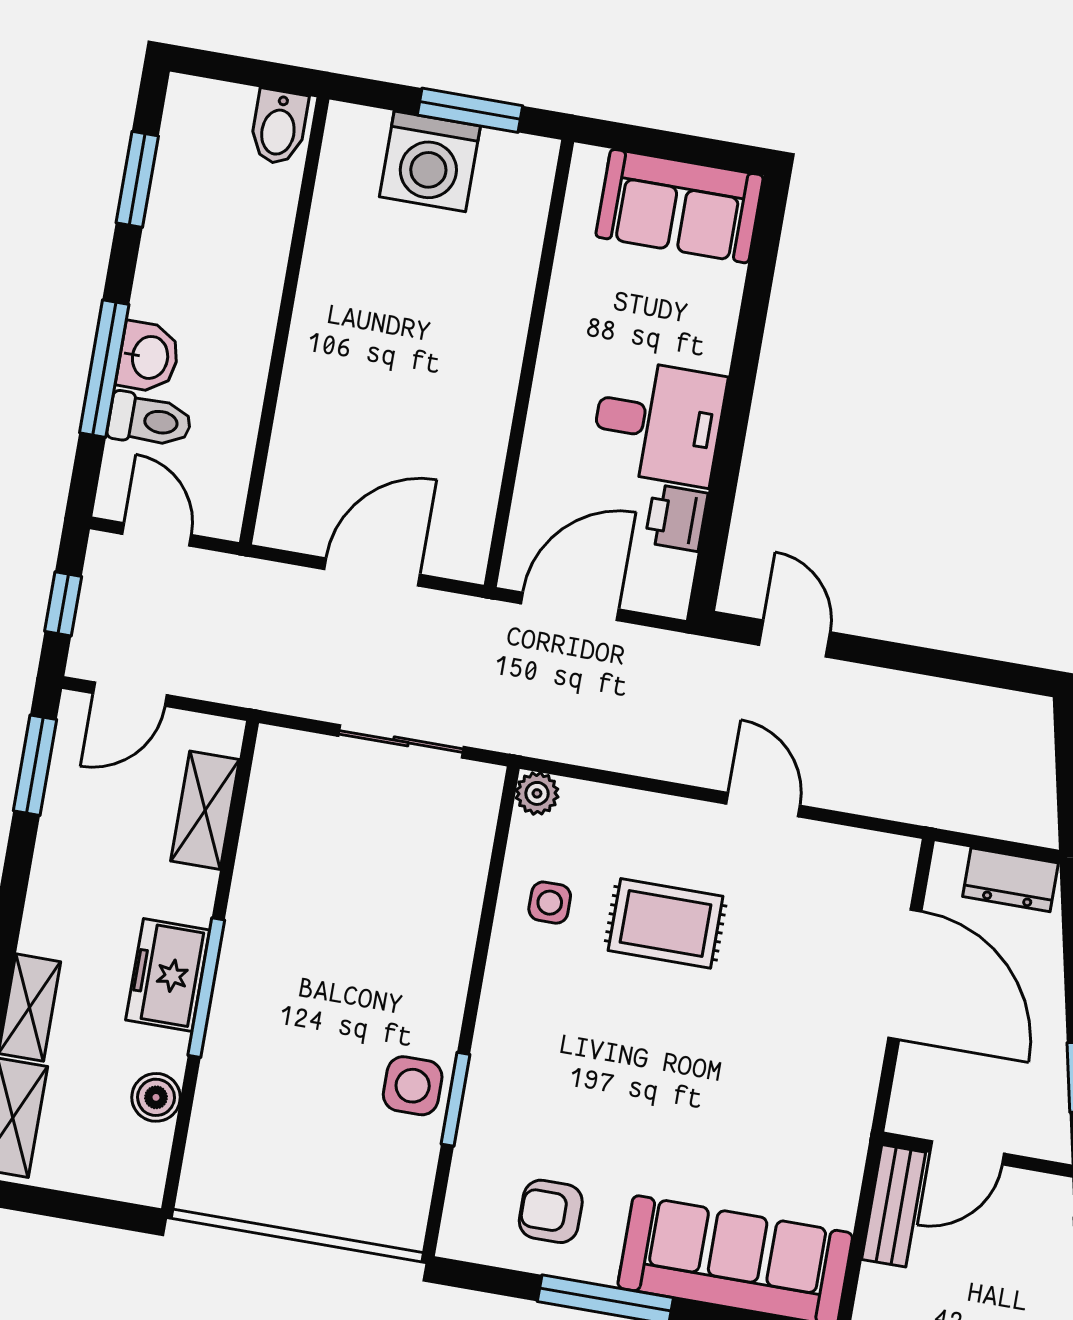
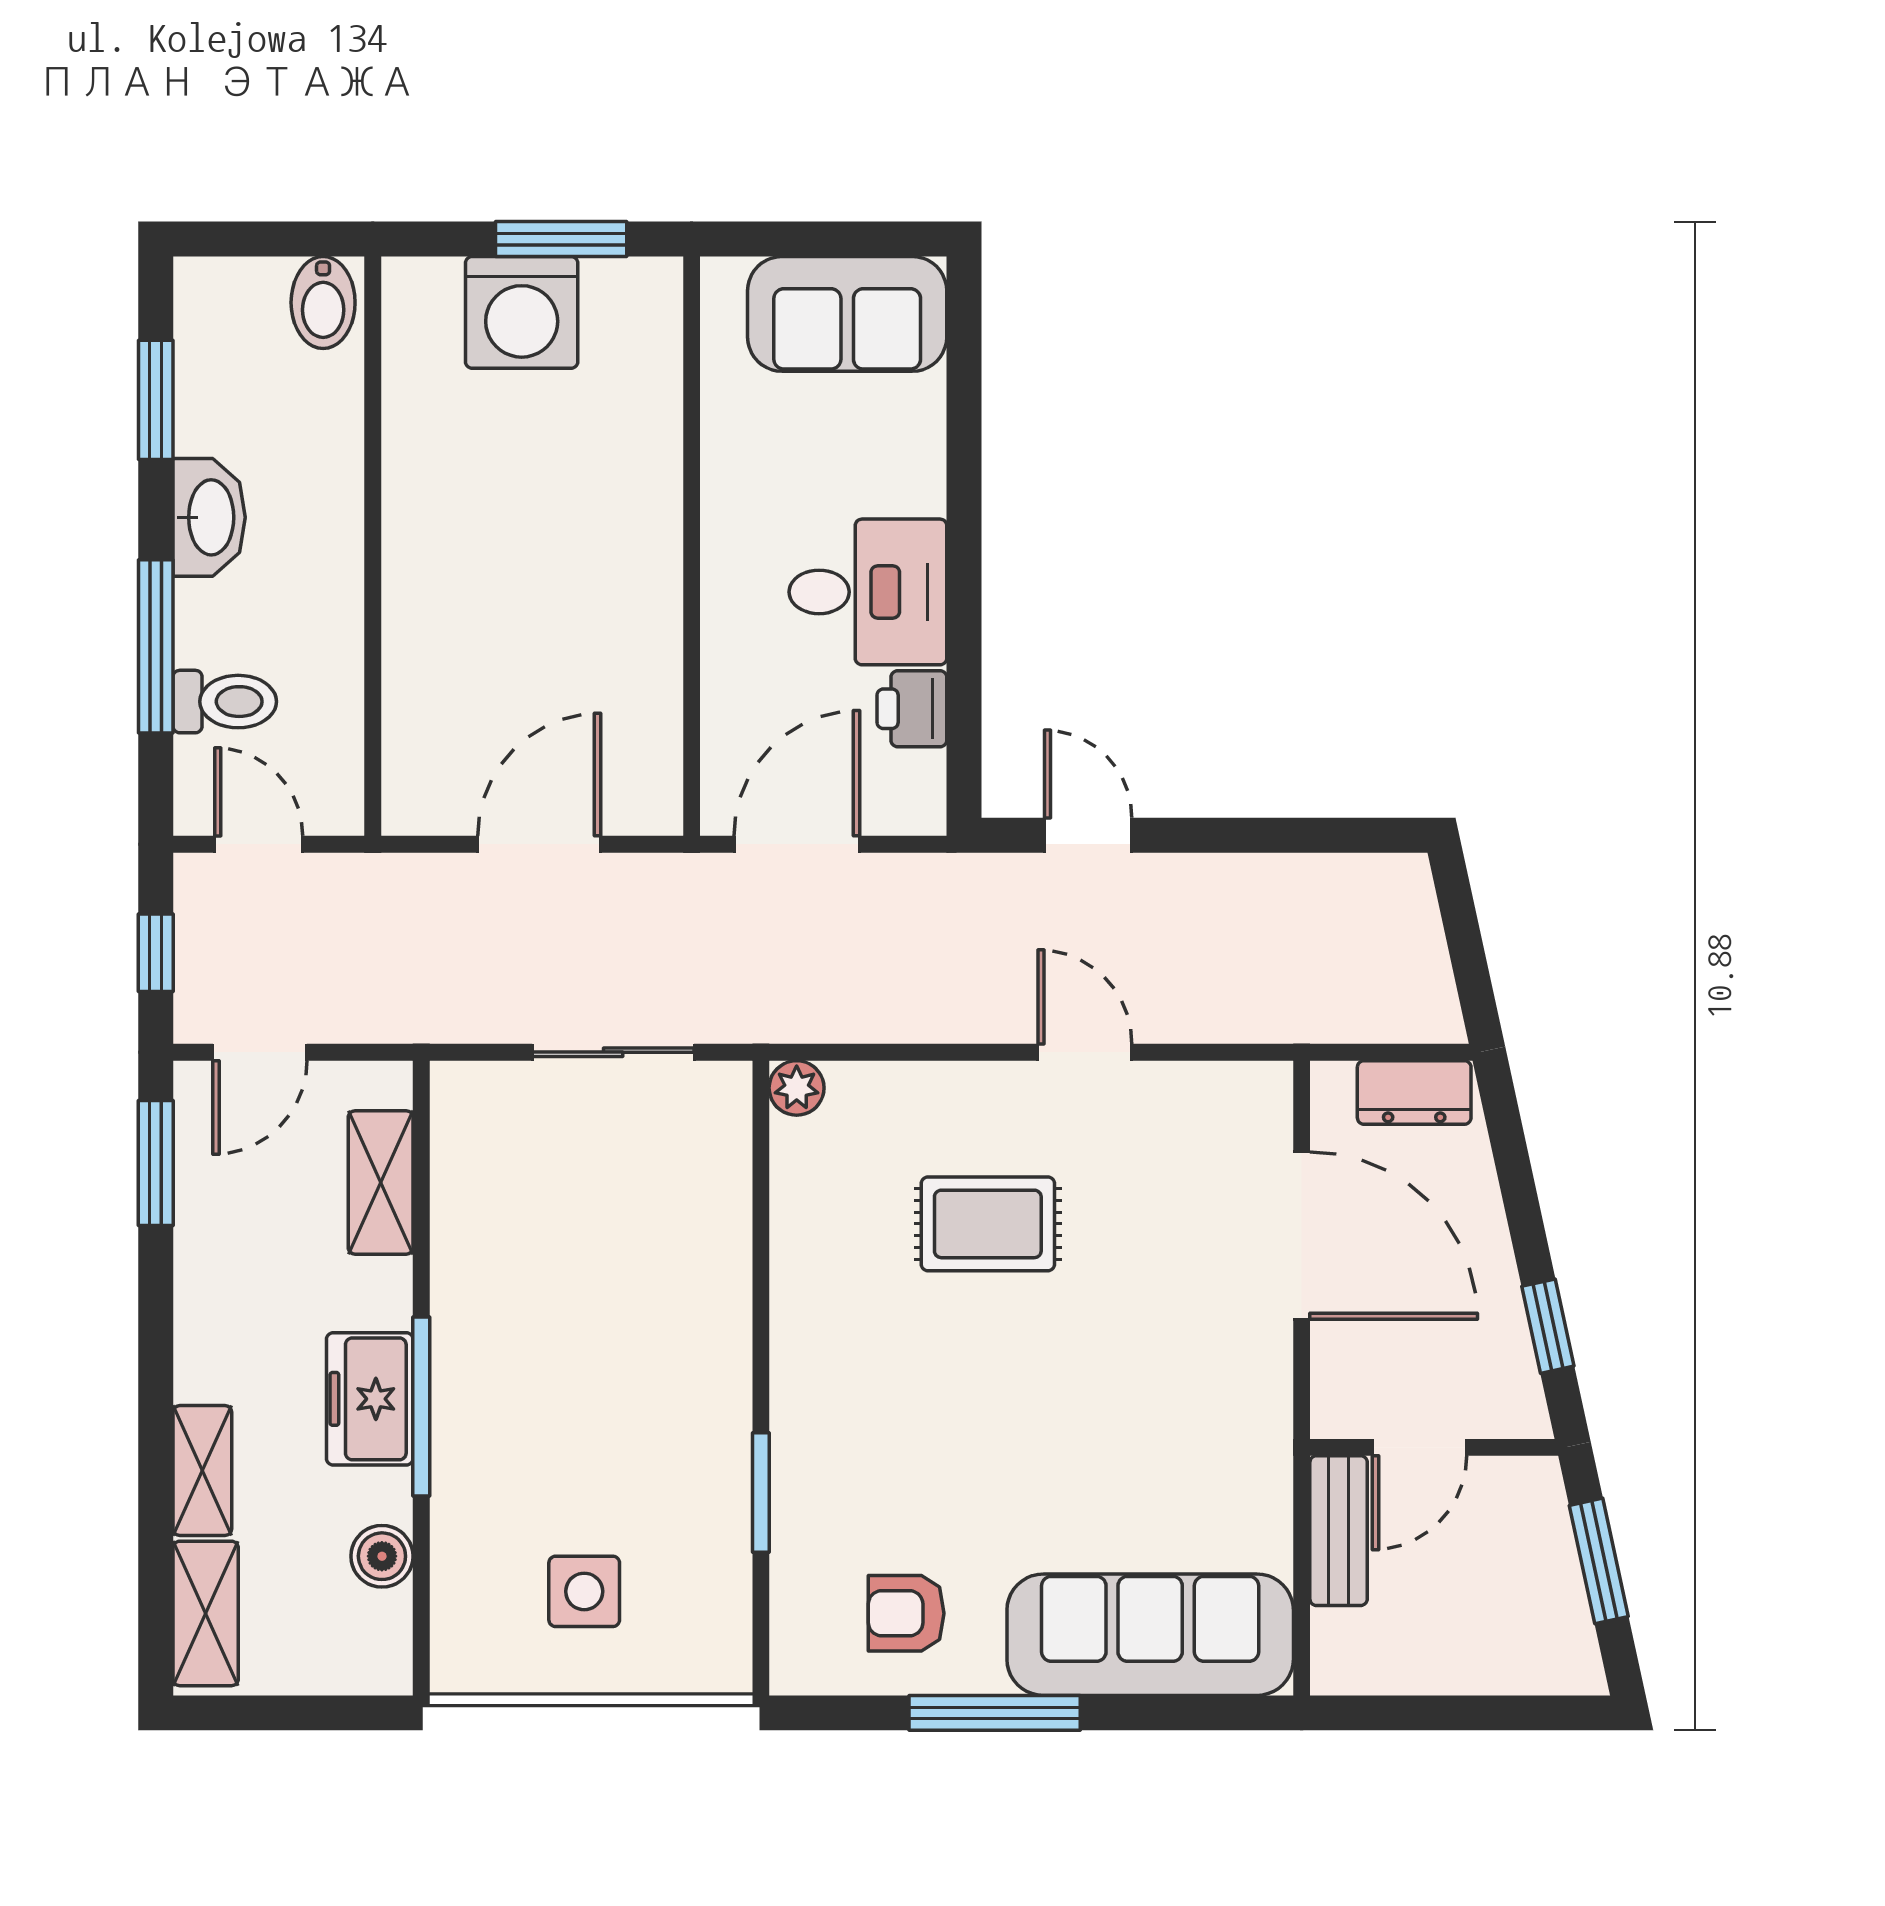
washbasin: (148, 357) -> (209, 517), moved, width x1.38
side table: (550, 903) -> (837, 1223), removed
side table: (413, 1086) -> (584, 1591), moved

